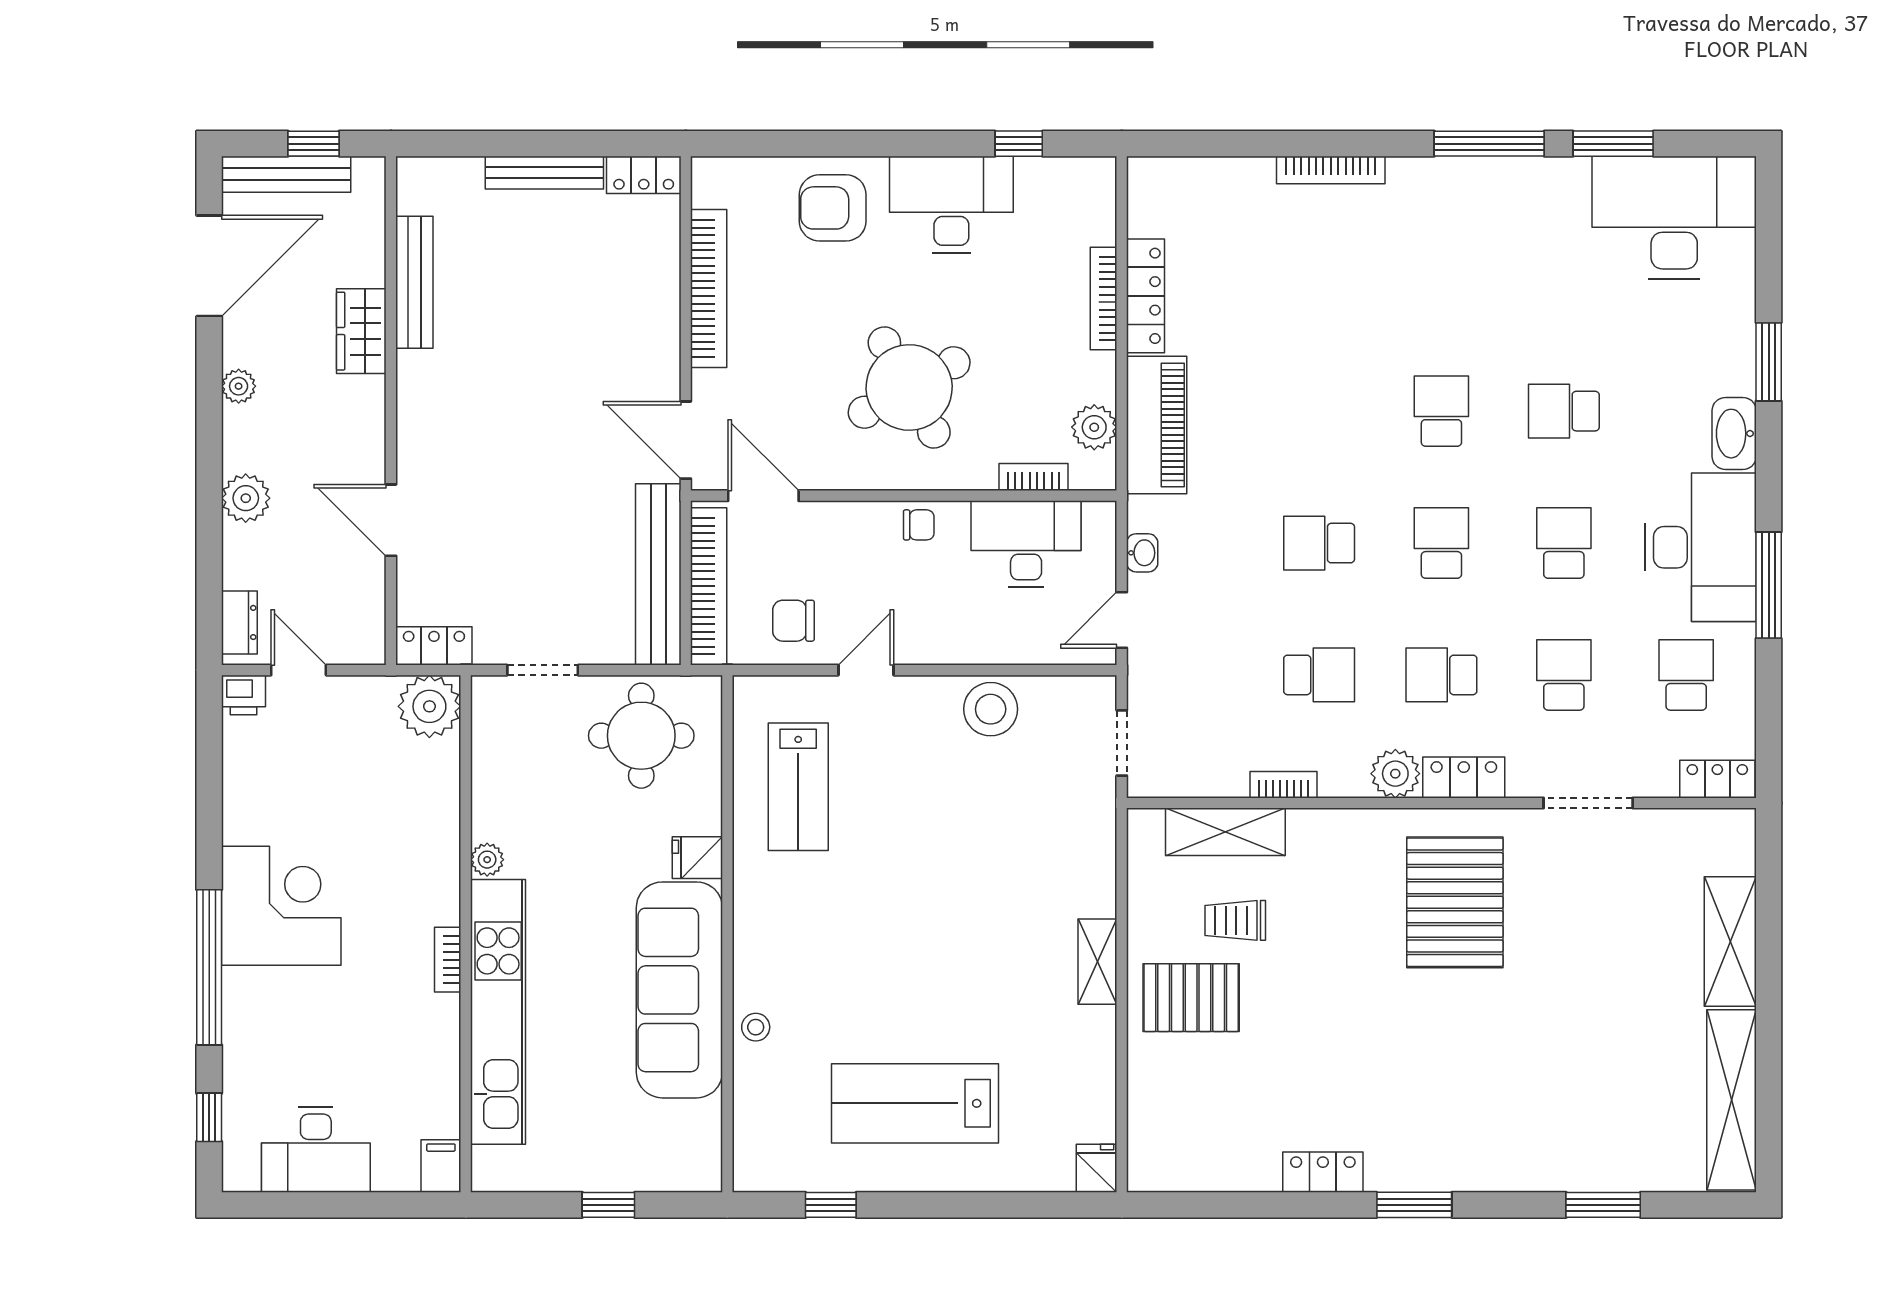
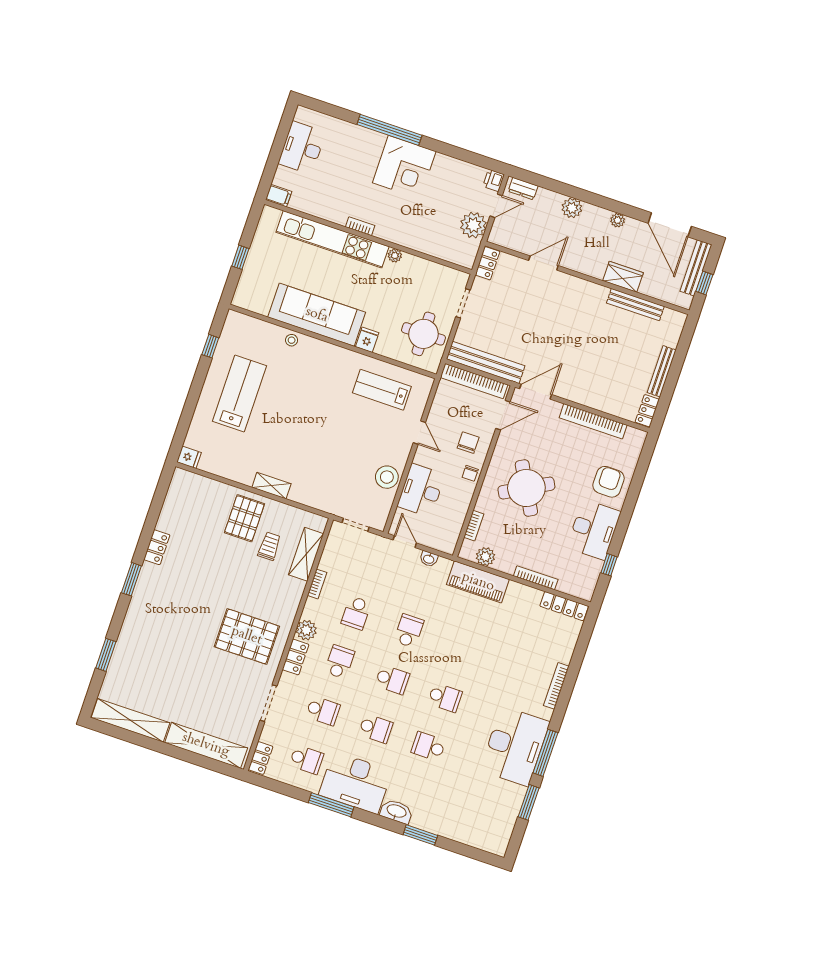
desk: (1674, 217) -> (515, 746), moved
locker: (1146, 296) -> (564, 606), moved
school desk: (1564, 411) -> (428, 746), turned -90
desk: (1026, 544) -> (421, 490), moved, turned 180
chair: (793, 621) -> (468, 443), moved
plant: (429, 706) -> (473, 225), moved
shelving: (1730, 942) -> (206, 745), width x1.47
window: (209, 1117) -> (329, 110), removed

